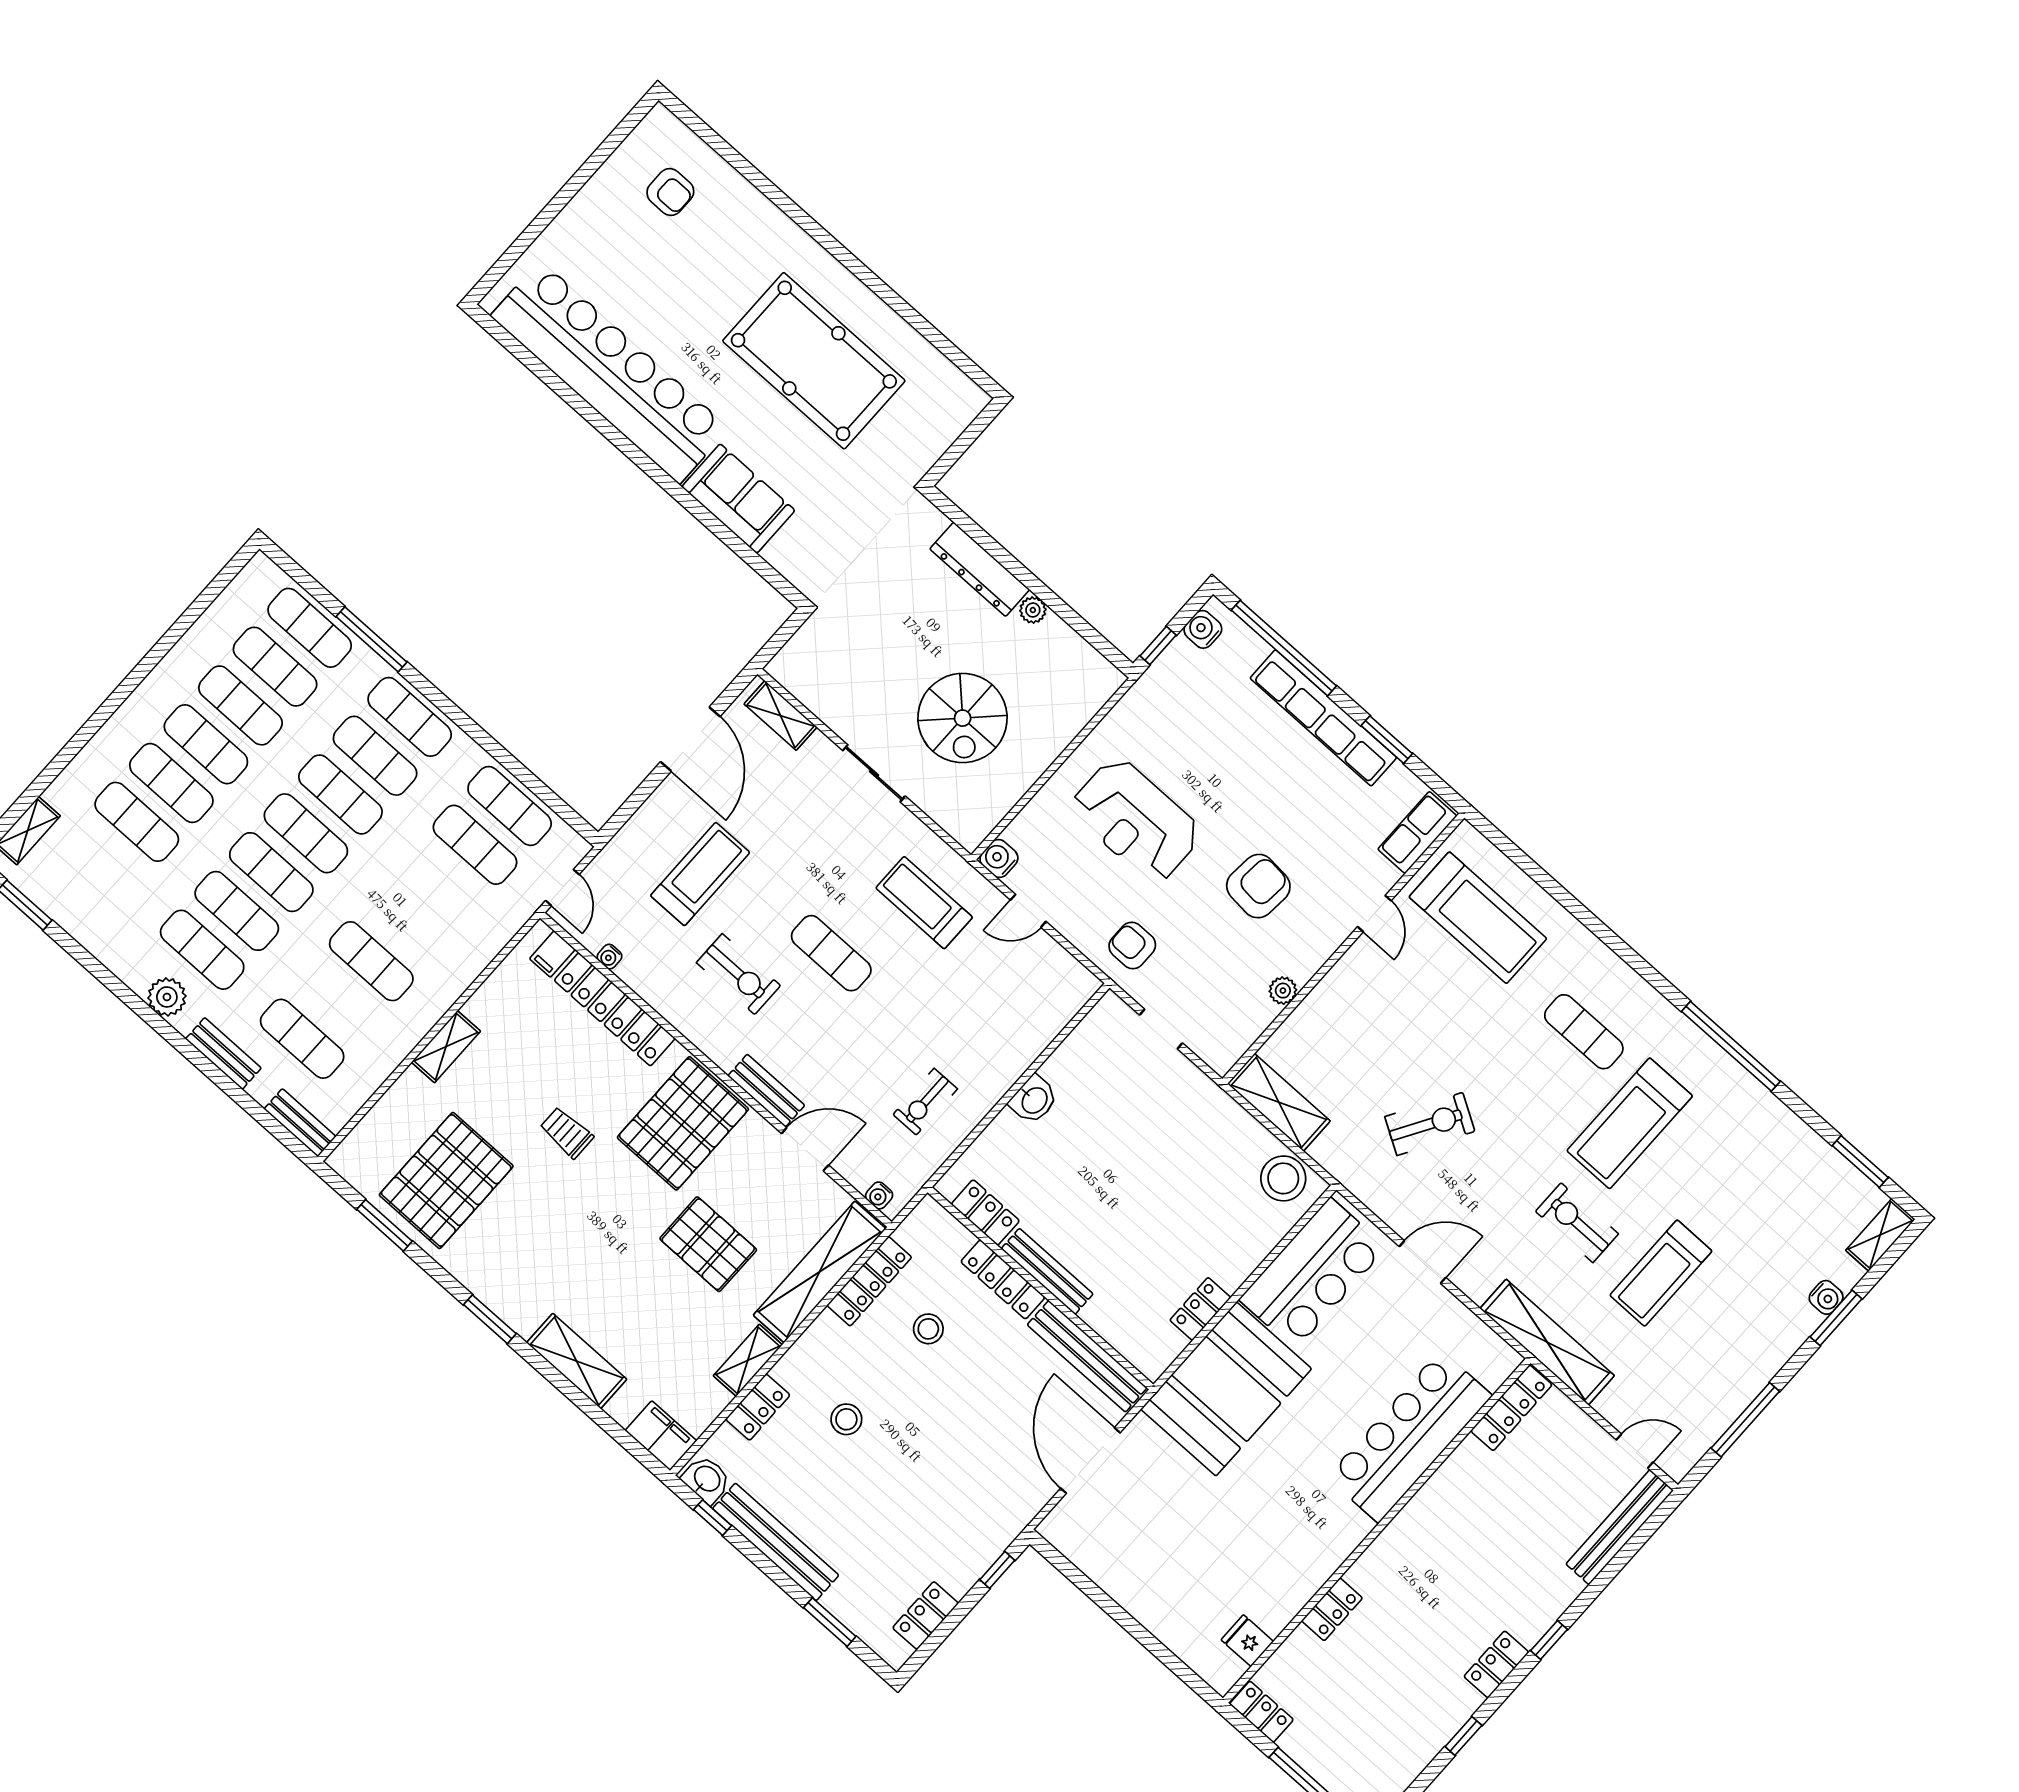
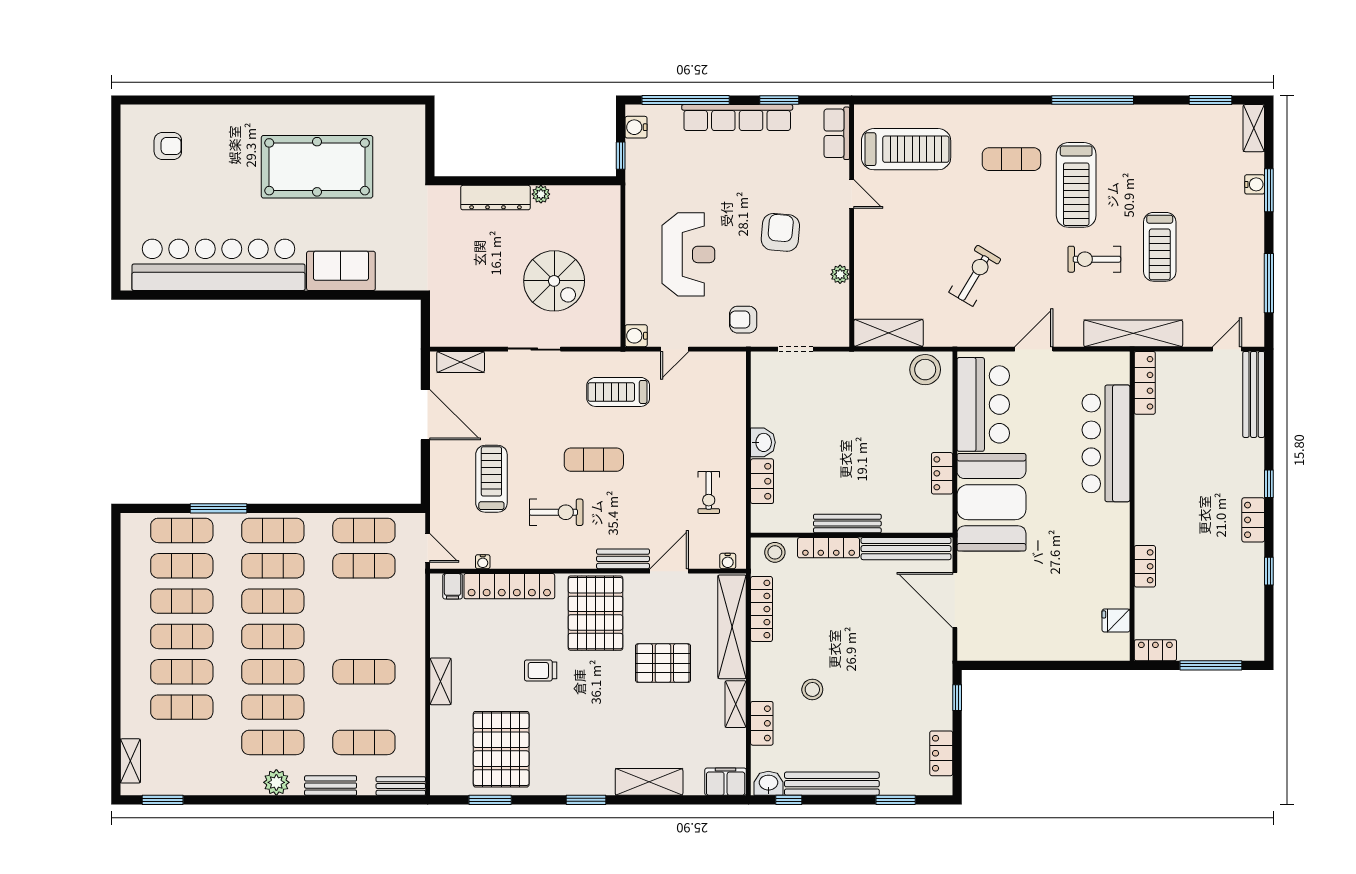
reception desk: (1136, 820) -> (688, 254), turned -90
locker: (985, 1212) -> (762, 481), moved, turned 90
stool: (928, 1329) -> (775, 552), moved

